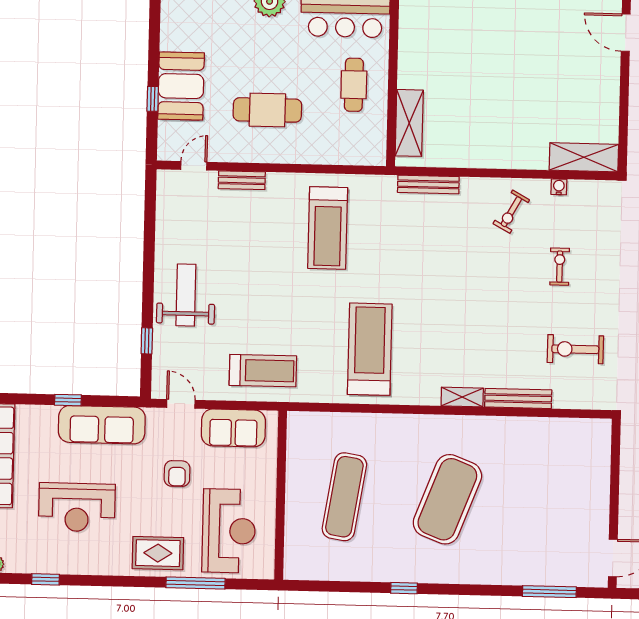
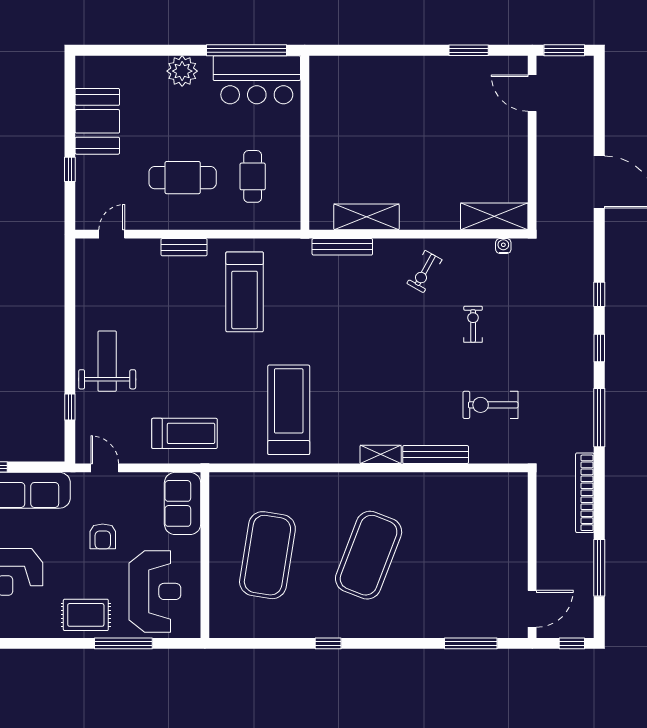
cafe table: (354, 85) -> (253, 176), moved
booth: (181, 86) -> (97, 121), moved
shelving: (409, 123) -> (366, 217), moved, turned 90
bench: (242, 180) -> (184, 247), moved
water cooler: (559, 187) -> (503, 246), moved
sofa: (233, 428) -> (183, 503), moved, turned 90
exercise mat: (344, 497) -> (267, 555), width x1.47

